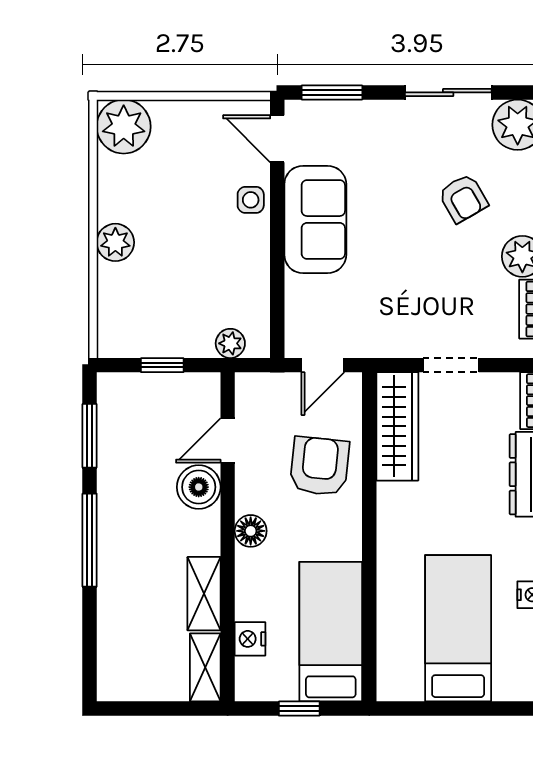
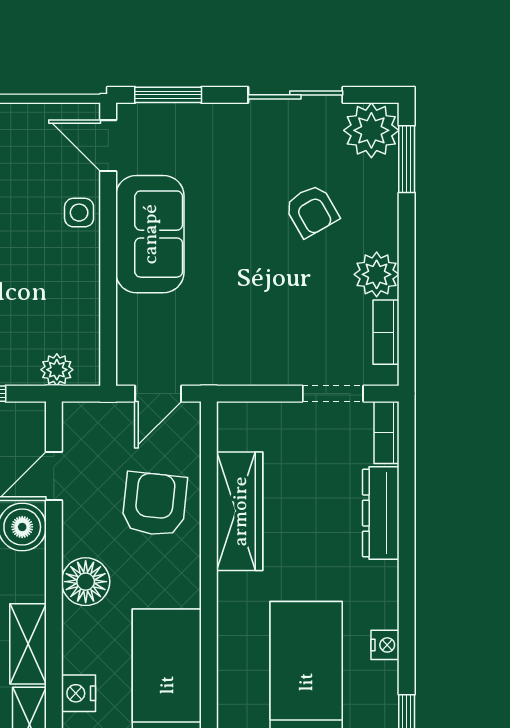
doorway: (451, 365) -> (333, 394), moved
wardrobe: (397, 426) -> (240, 511), moved
floor lamp: (251, 531) -> (86, 582), width x1.38, depth x1.38

